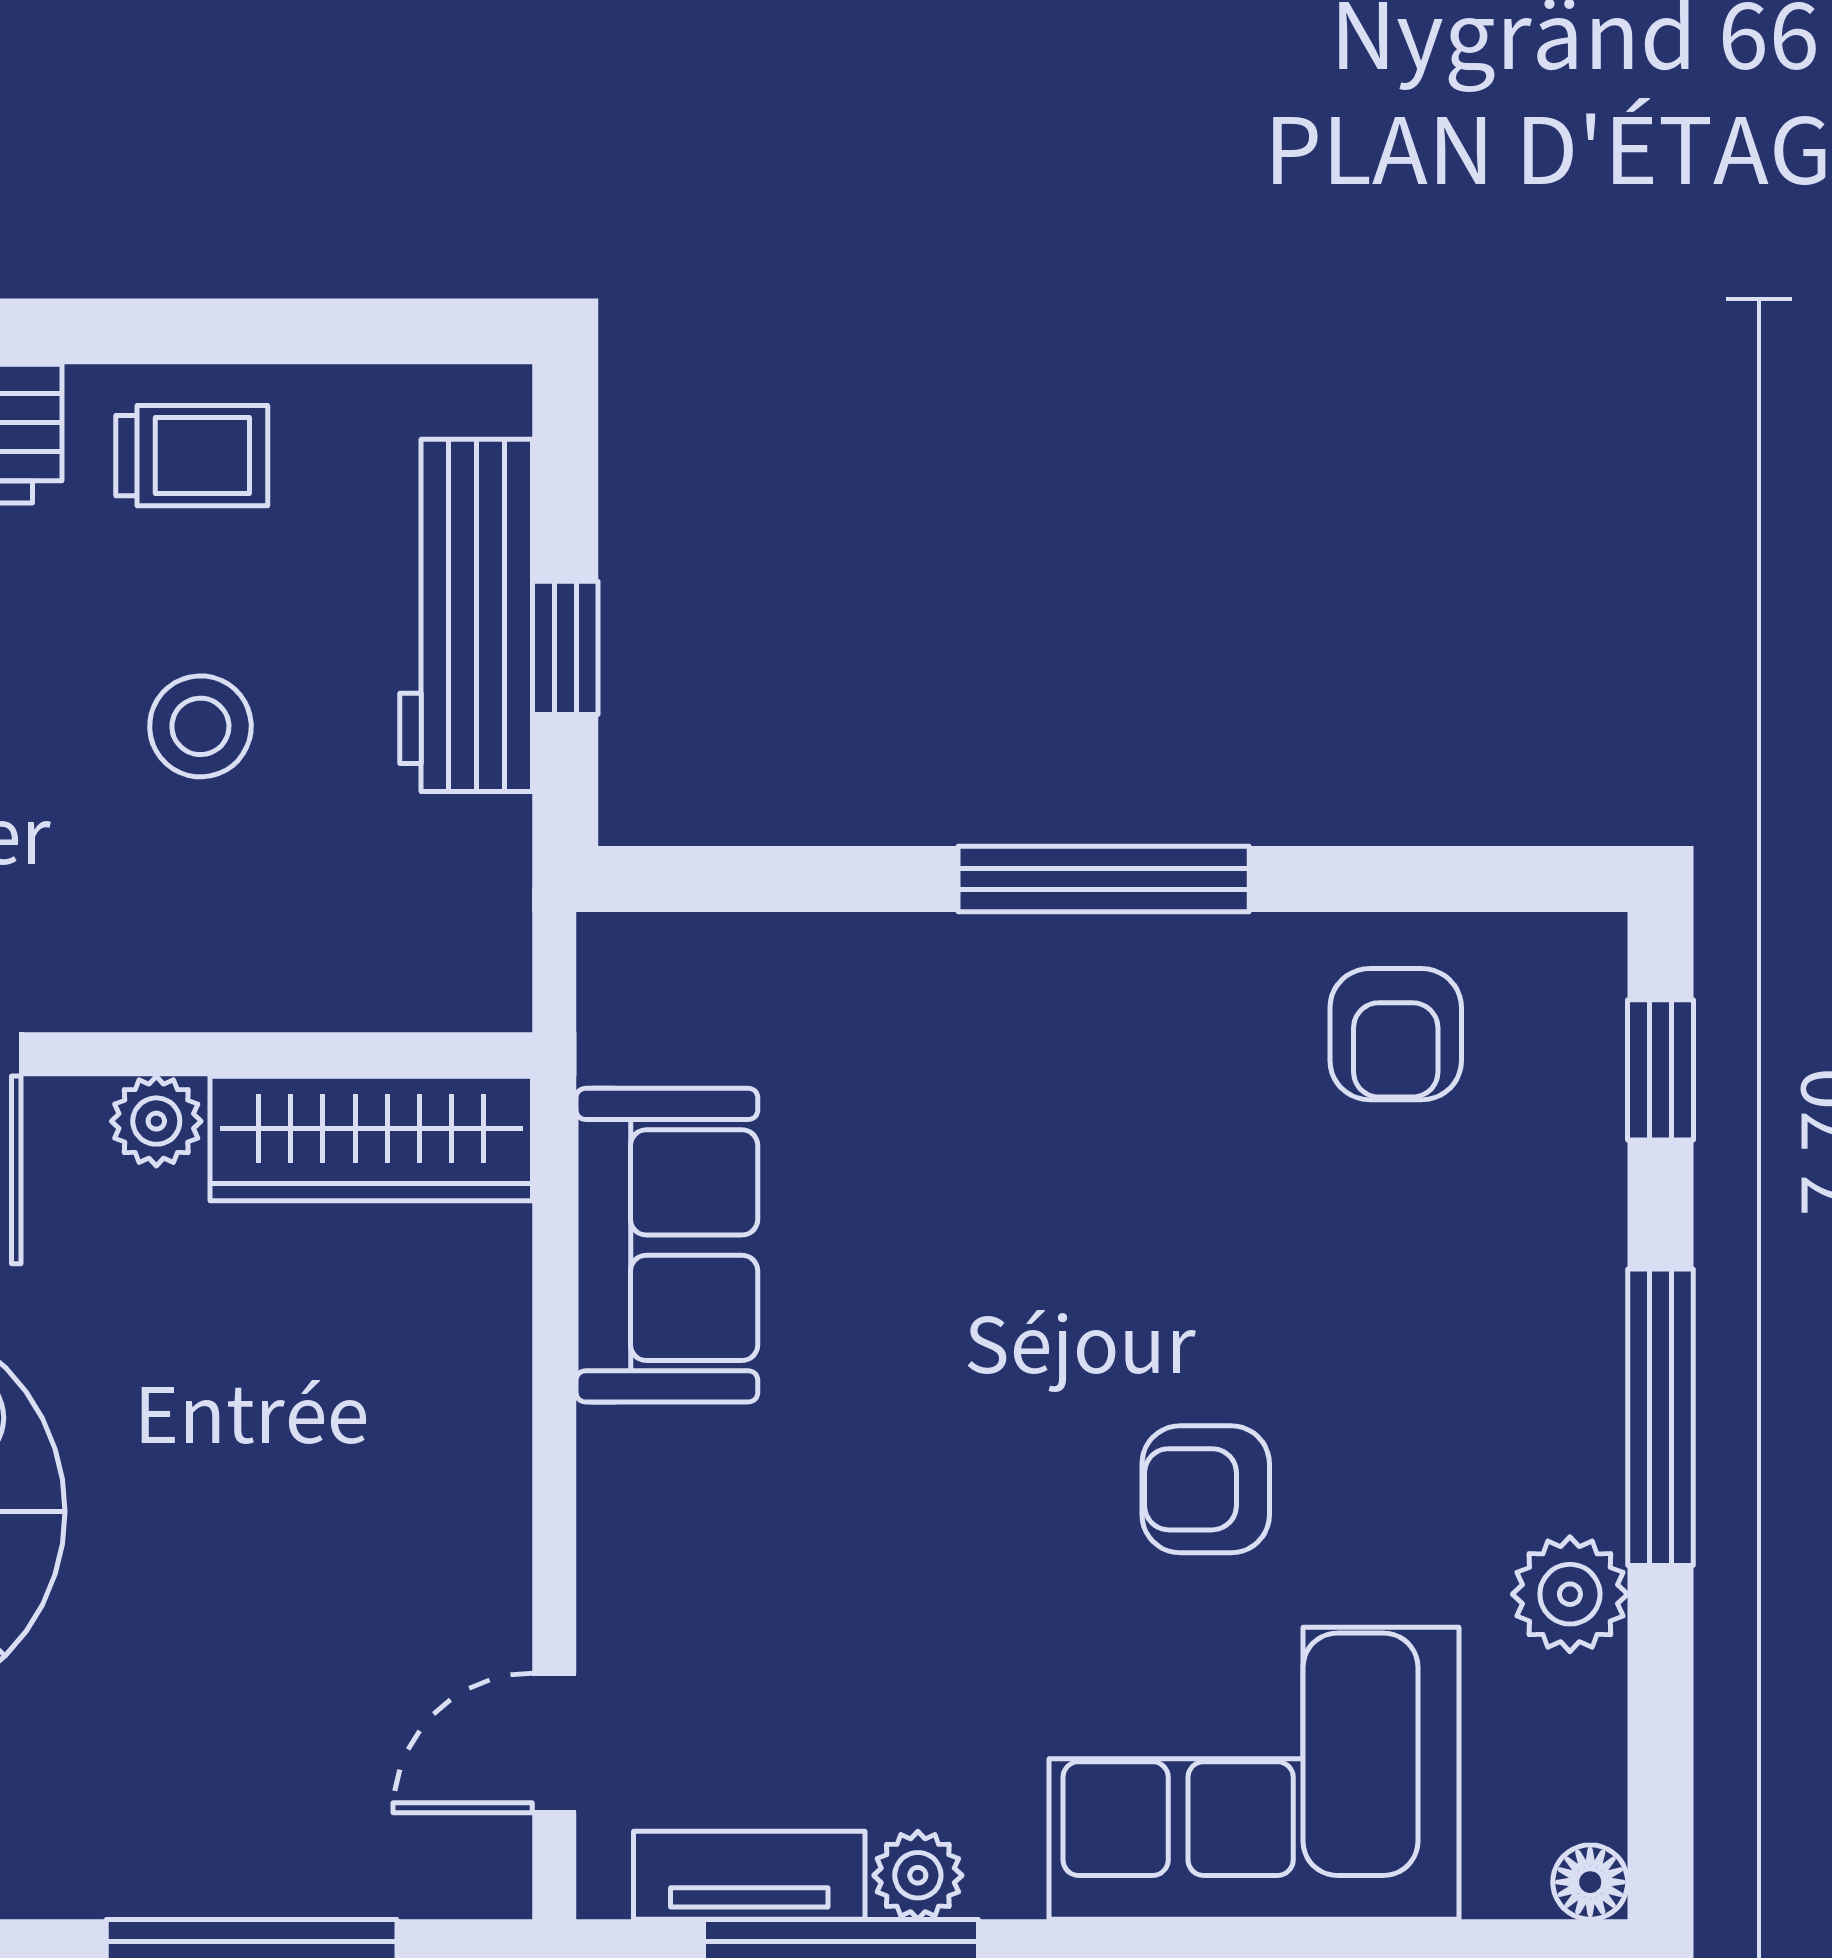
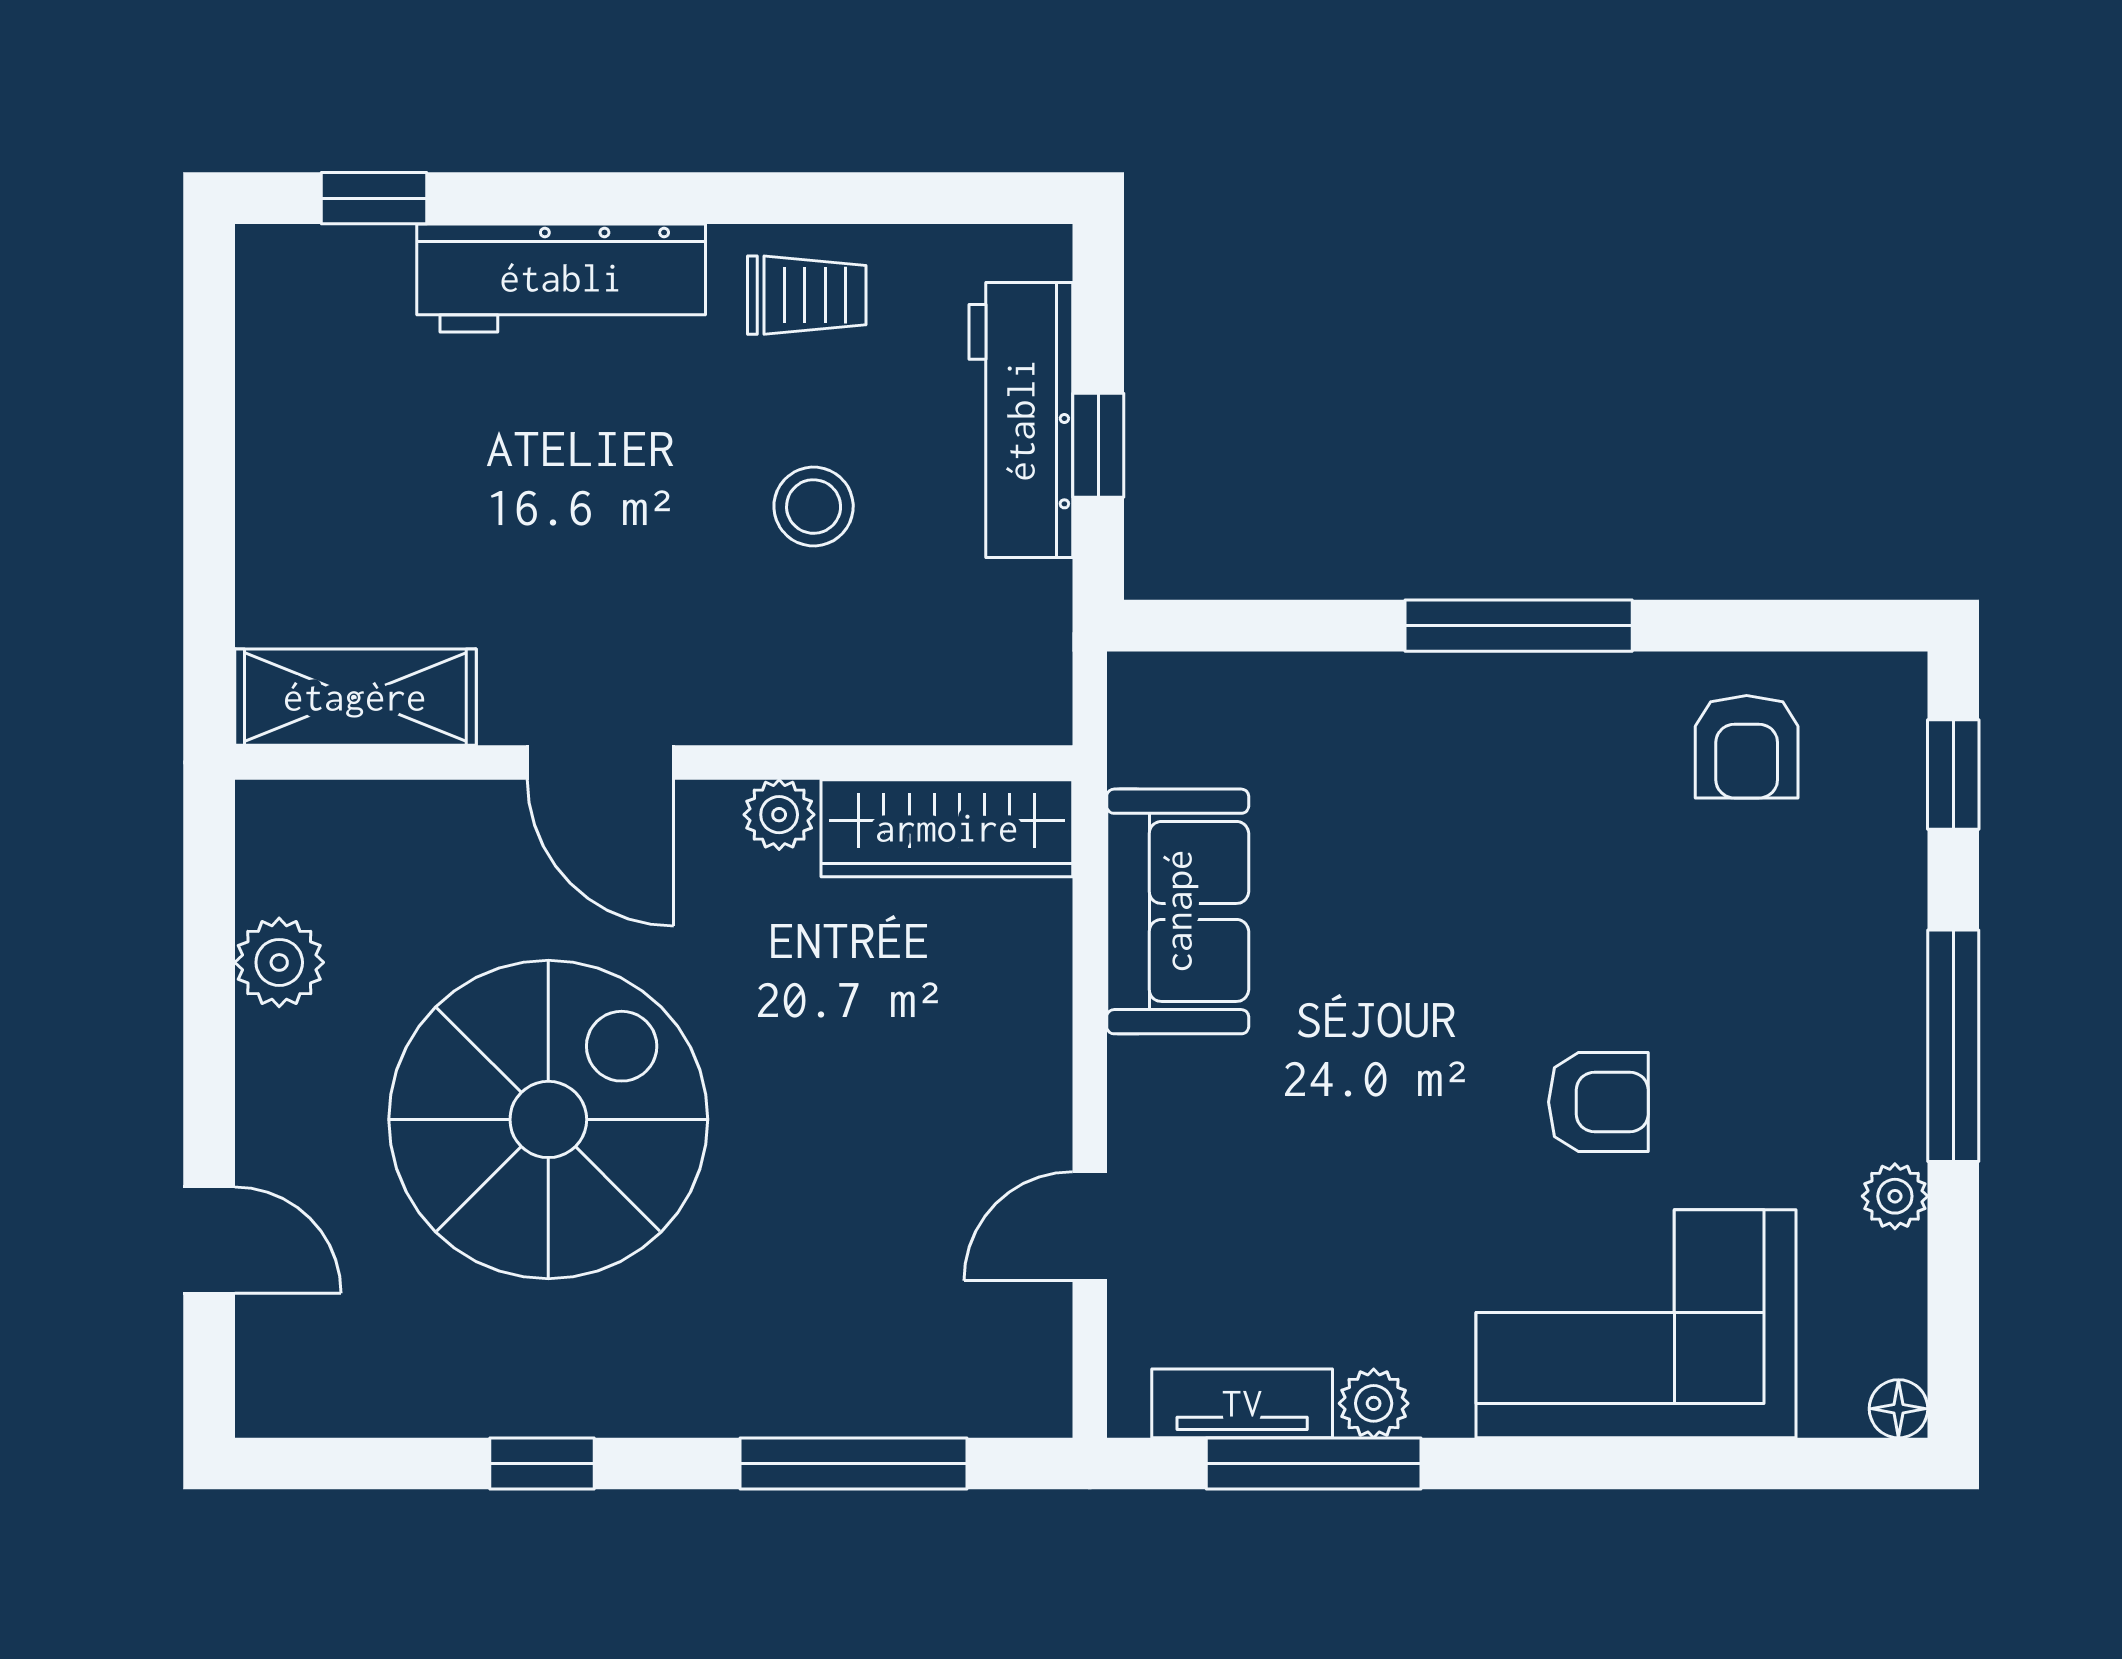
armchair: (1206, 1489) -> (1598, 1102), turned 180
plant: (1570, 1594) -> (1895, 1196), width x0.73, depth x0.73
door: (554, 1743) -> (1090, 1226), moved

